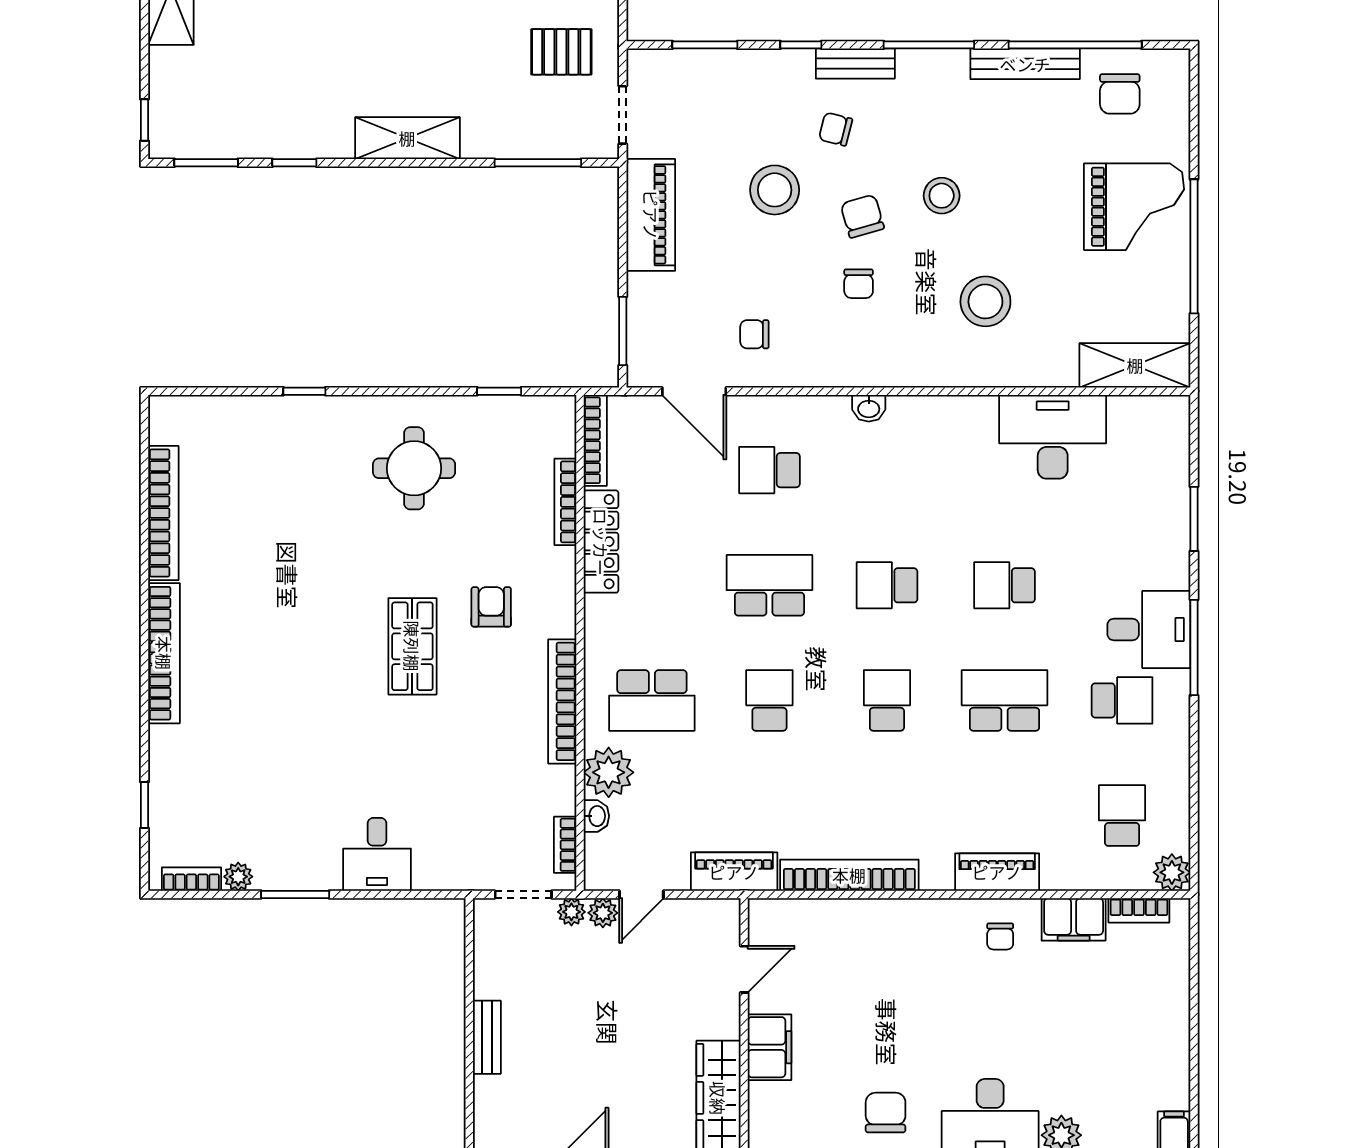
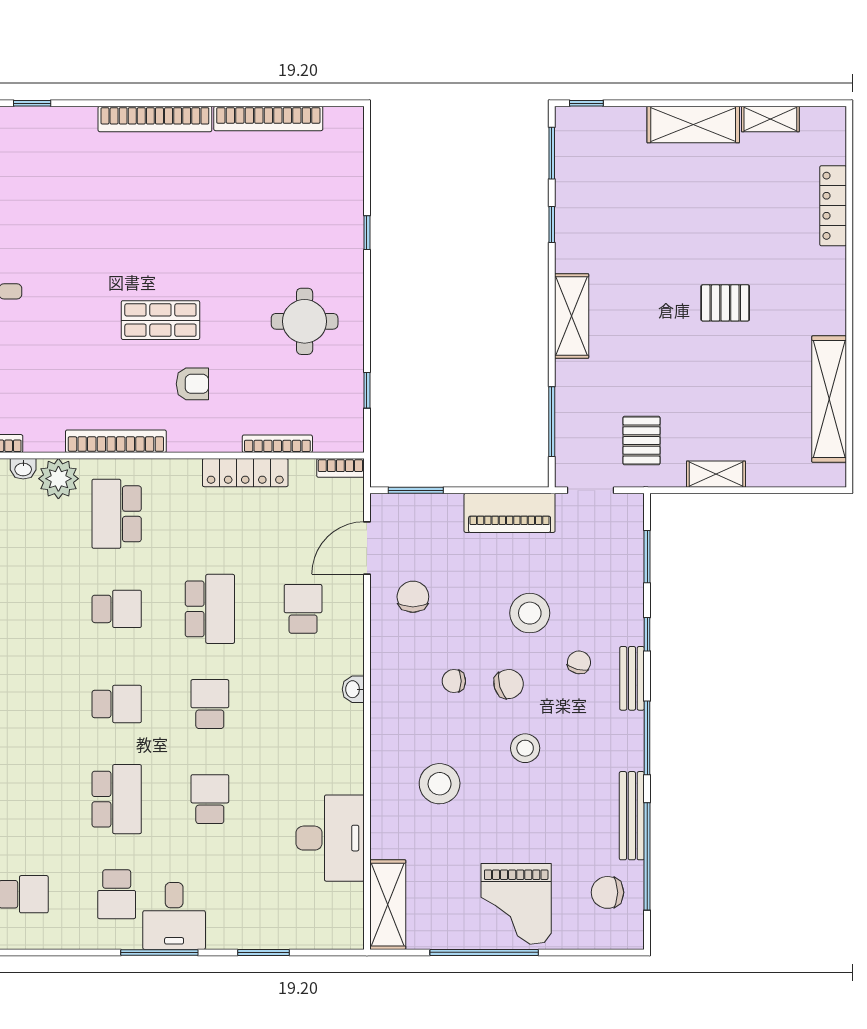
chair: (754, 334) -> (413, 597), width x1.37, depth x1.37
bookcase: (595, 440) -> (340, 468), width x0.64

